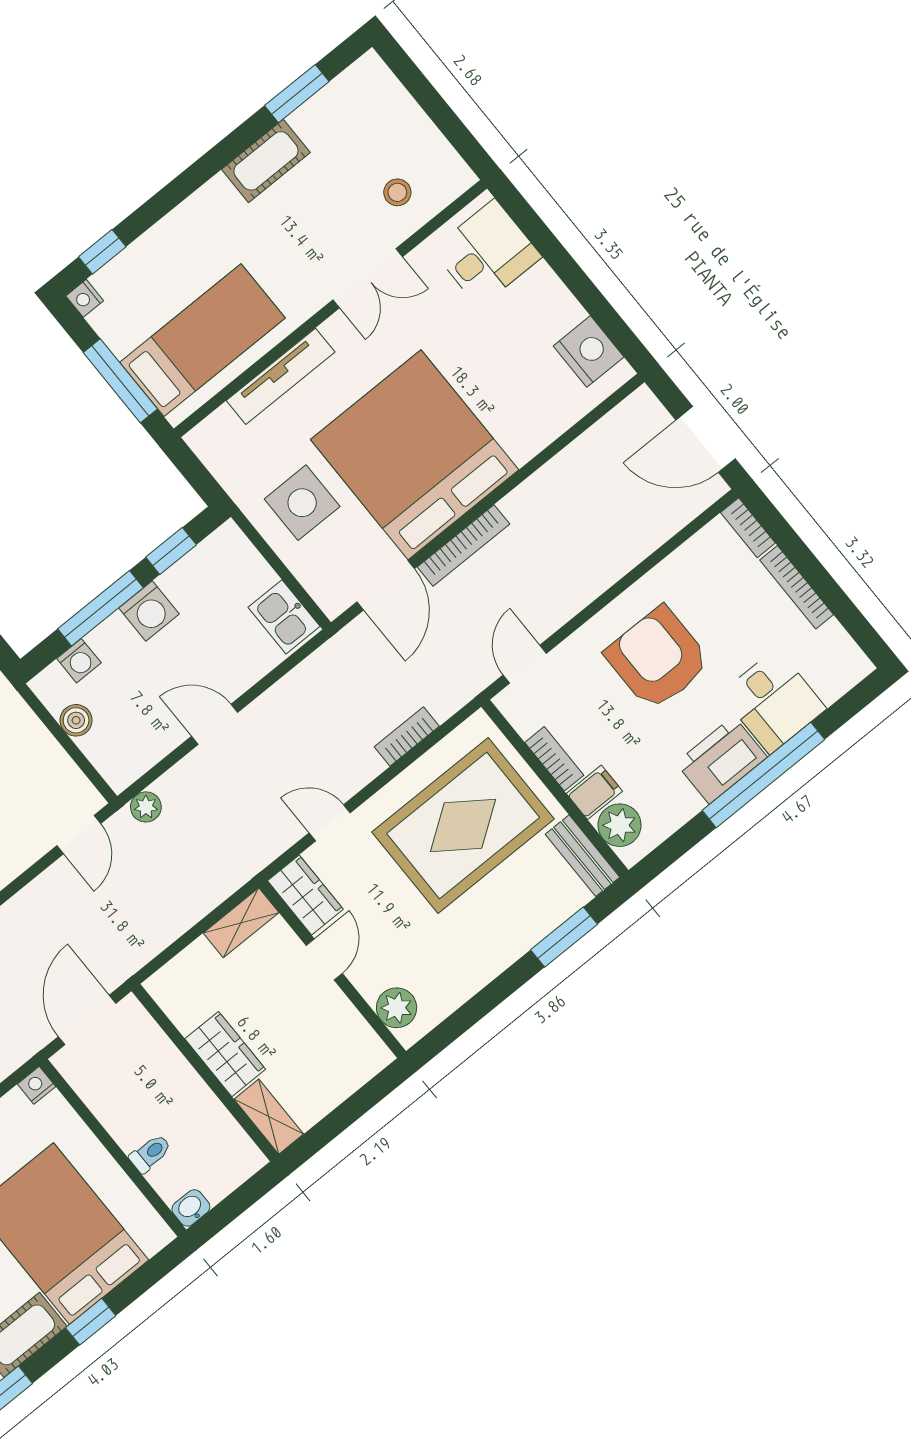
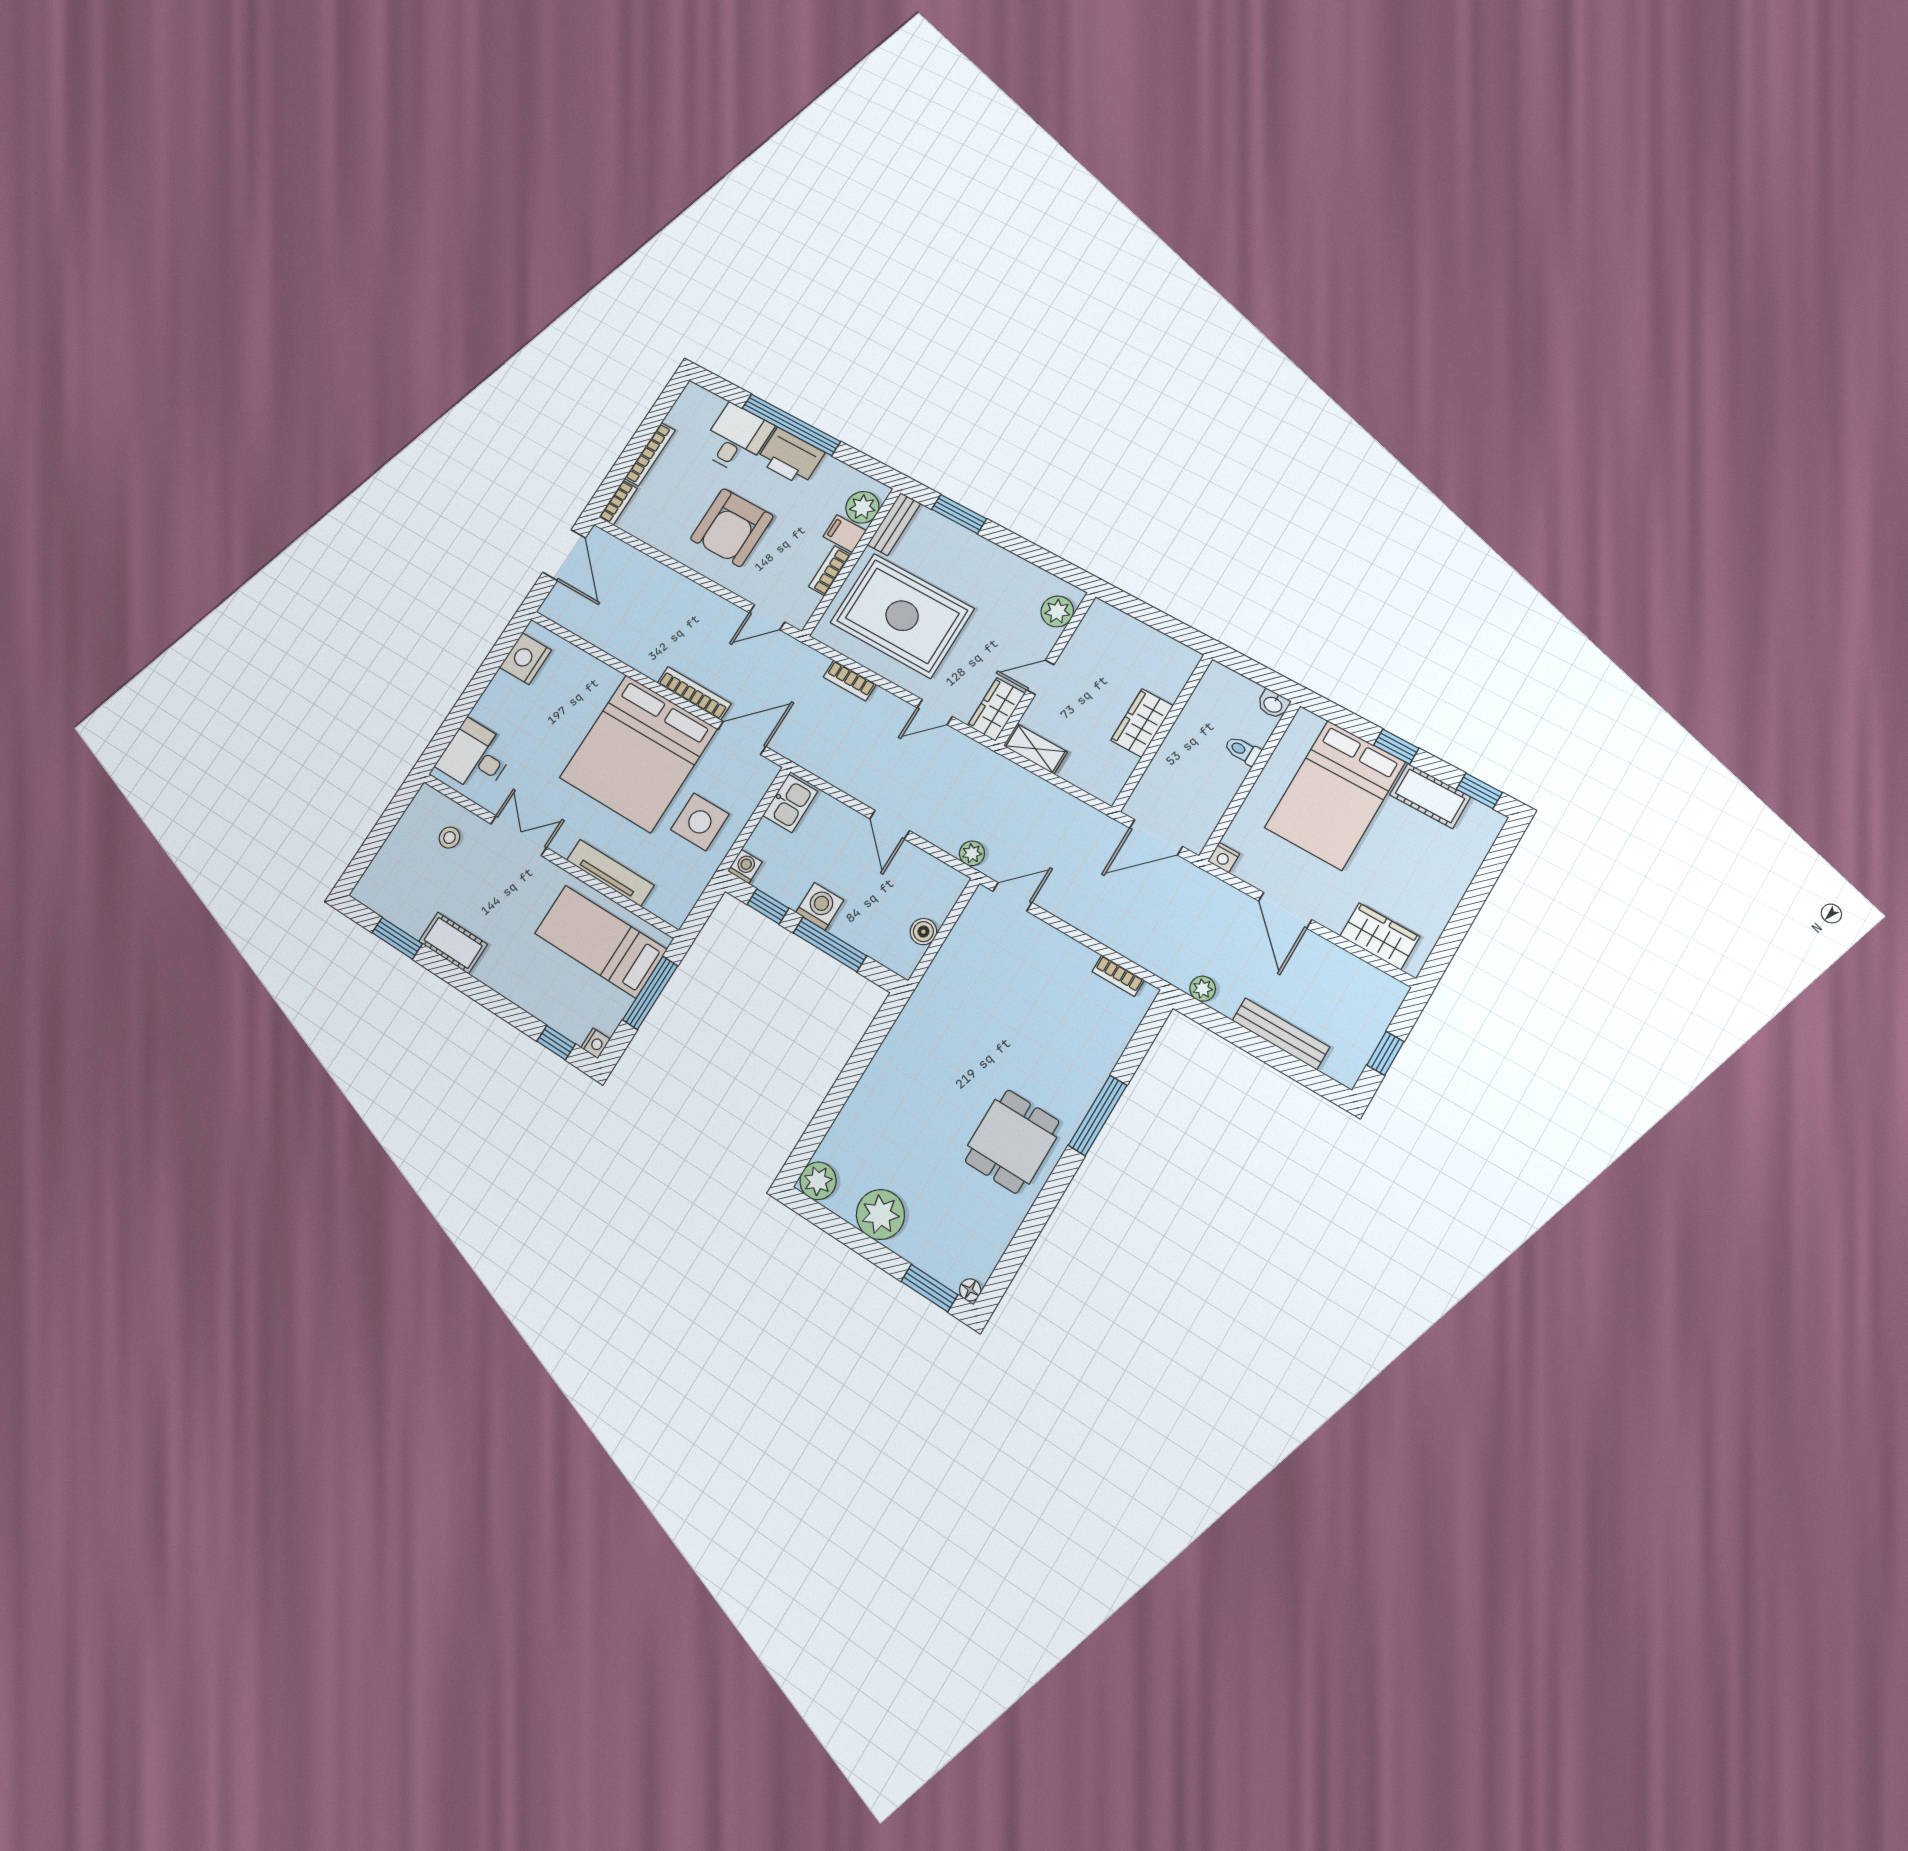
washing machine: (79, 661) -> (745, 866), moved
door: (330, 823) -> (935, 712), hinge flipped
shelving: (269, 1117) -> (1178, 673), removed

